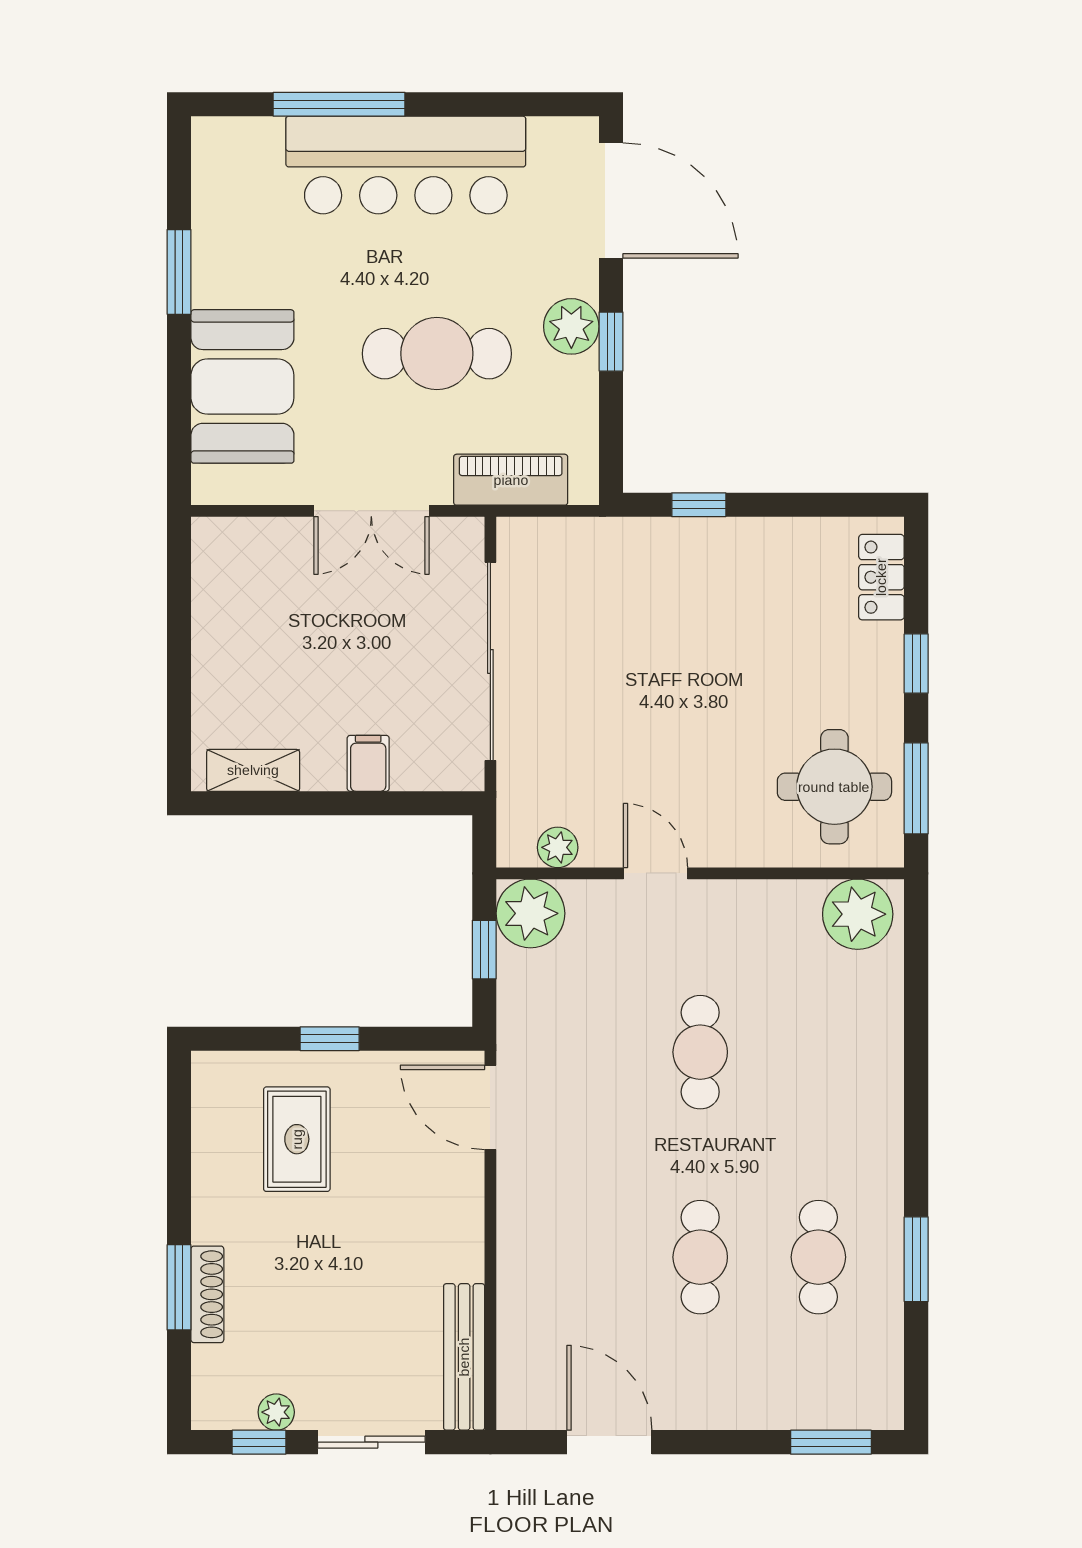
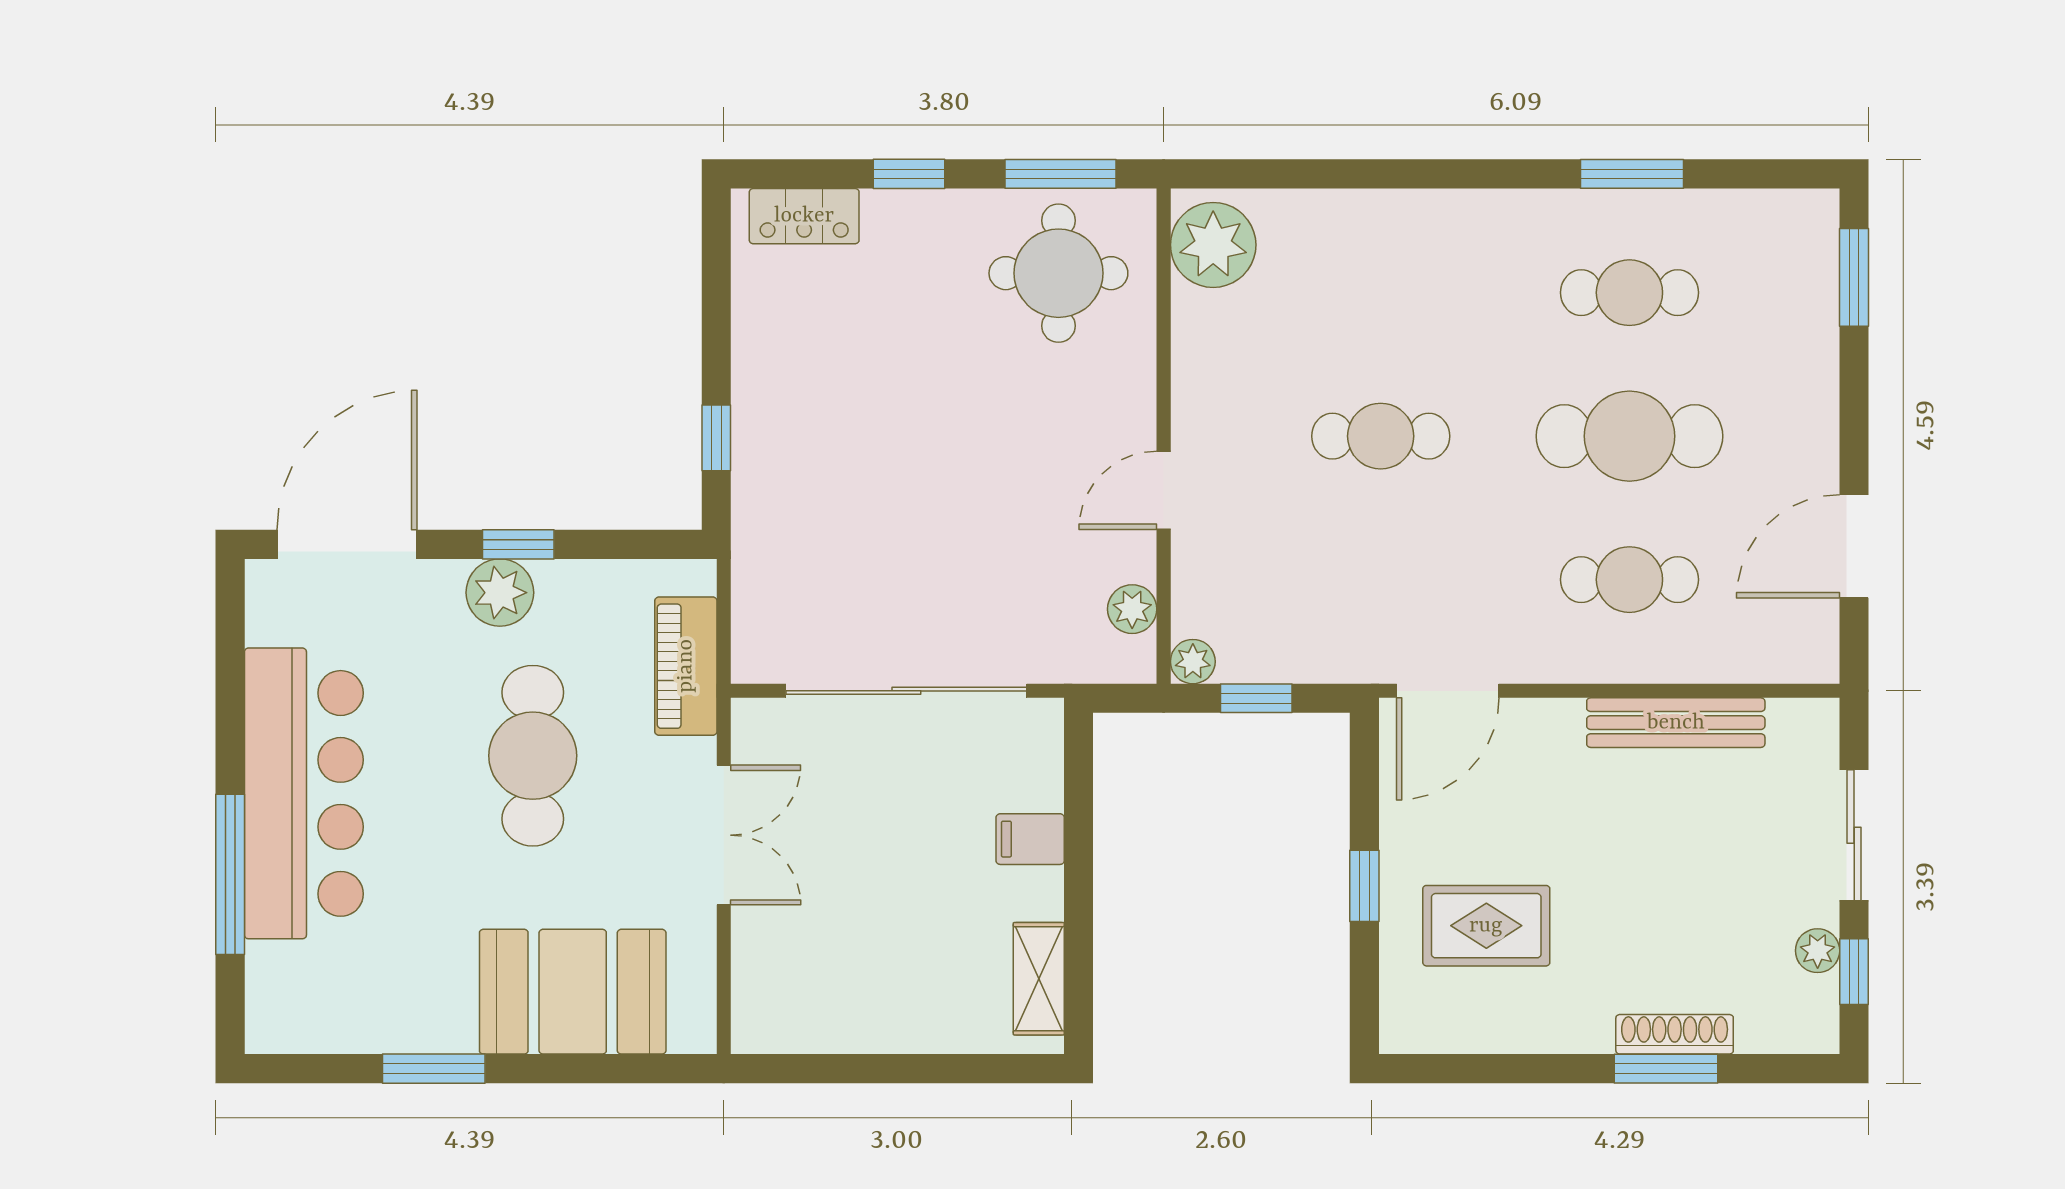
plant: (530, 913) -> (1193, 662), width x0.53, depth x0.53
cafe table: (582, 1257) -> (1629, 580), added
cafe table: (700, 1257) -> (1629, 436), width x1.37, depth x1.35
bench: (464, 1357) -> (1676, 723), moved

